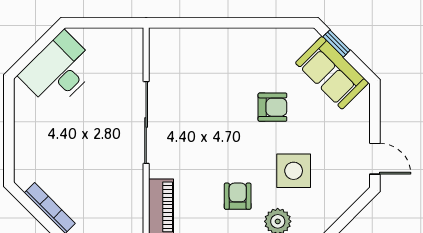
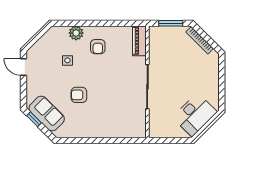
window: (337, 43) -> (34, 119), moved
side table: (294, 171) -> (67, 60), width x0.54, depth x0.54

